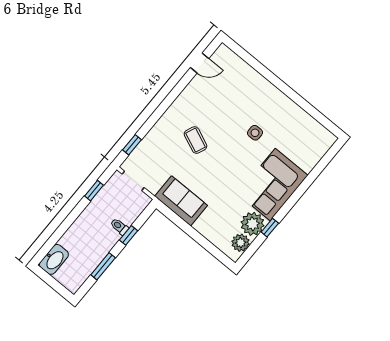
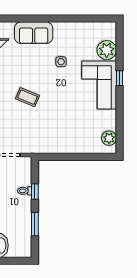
sofa: (181, 201) -> (34, 33), moved, turned 180
plant: (252, 224) -> (107, 50), moved
window: (270, 228) -> (120, 78), moved

